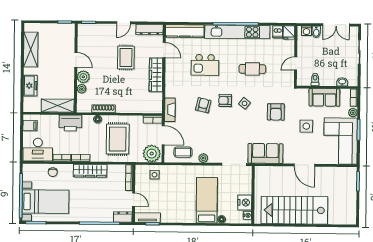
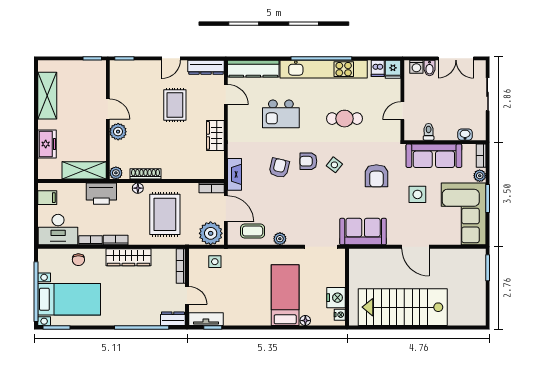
wardrobe: (156, 75) -> (215, 135), width x0.67
plant: (82, 89) -> (116, 173), moved
sofa: (324, 97) -> (434, 156), width x1.36

